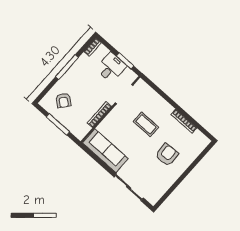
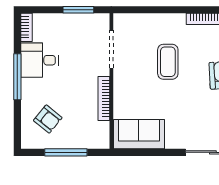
desk: (111, 67) -> (40, 60), moved, turned -90
coffee table: (146, 124) -> (168, 62), turned 90
sofa: (105, 151) -> (139, 134), width x0.73

